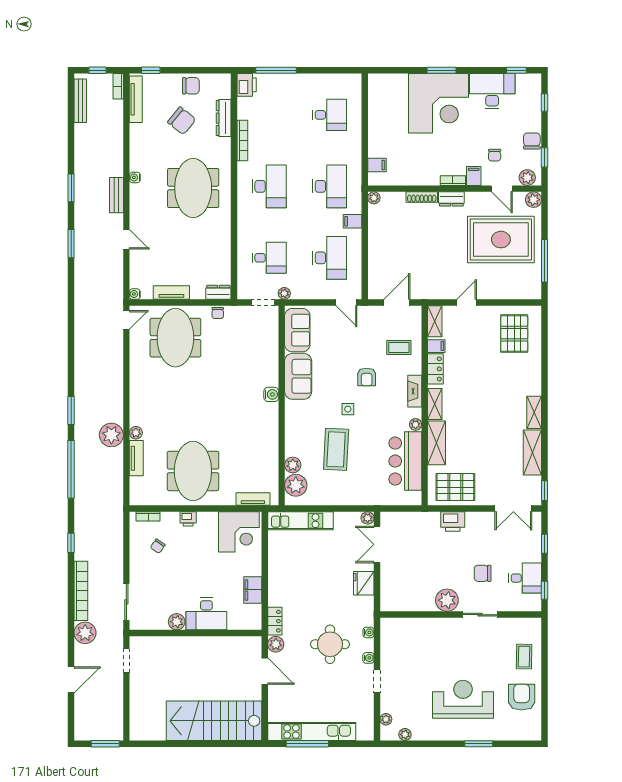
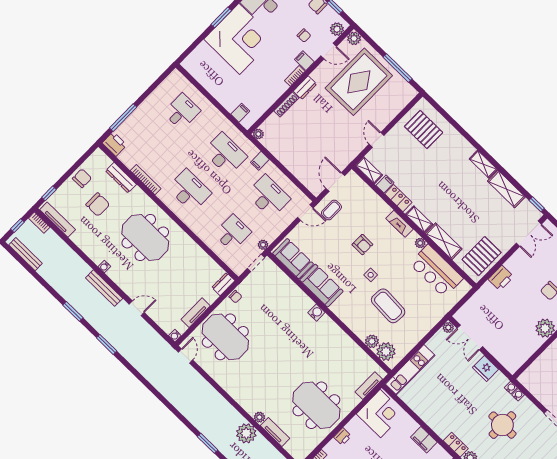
chair: (182, 121) -> (98, 205), turned 51
bench: (117, 195) -> (104, 288), width x1.36
coffee table: (399, 347) -> (331, 210), moved
water cooler: (368, 658) -> (511, 388), moved

